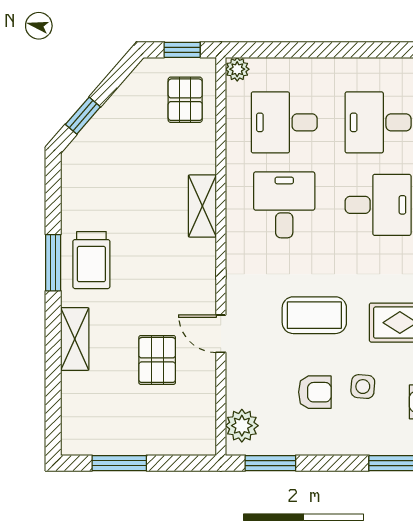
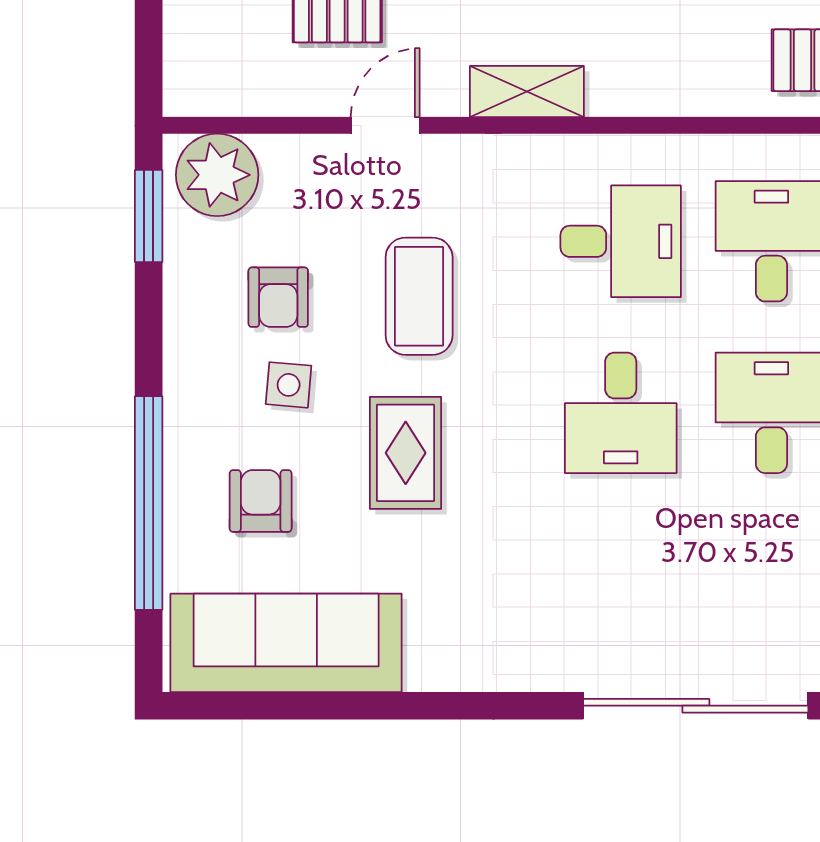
shelving: (202, 206) -> (527, 92), moved
plant: (242, 426) -> (217, 175), width x1.36, depth x1.36

